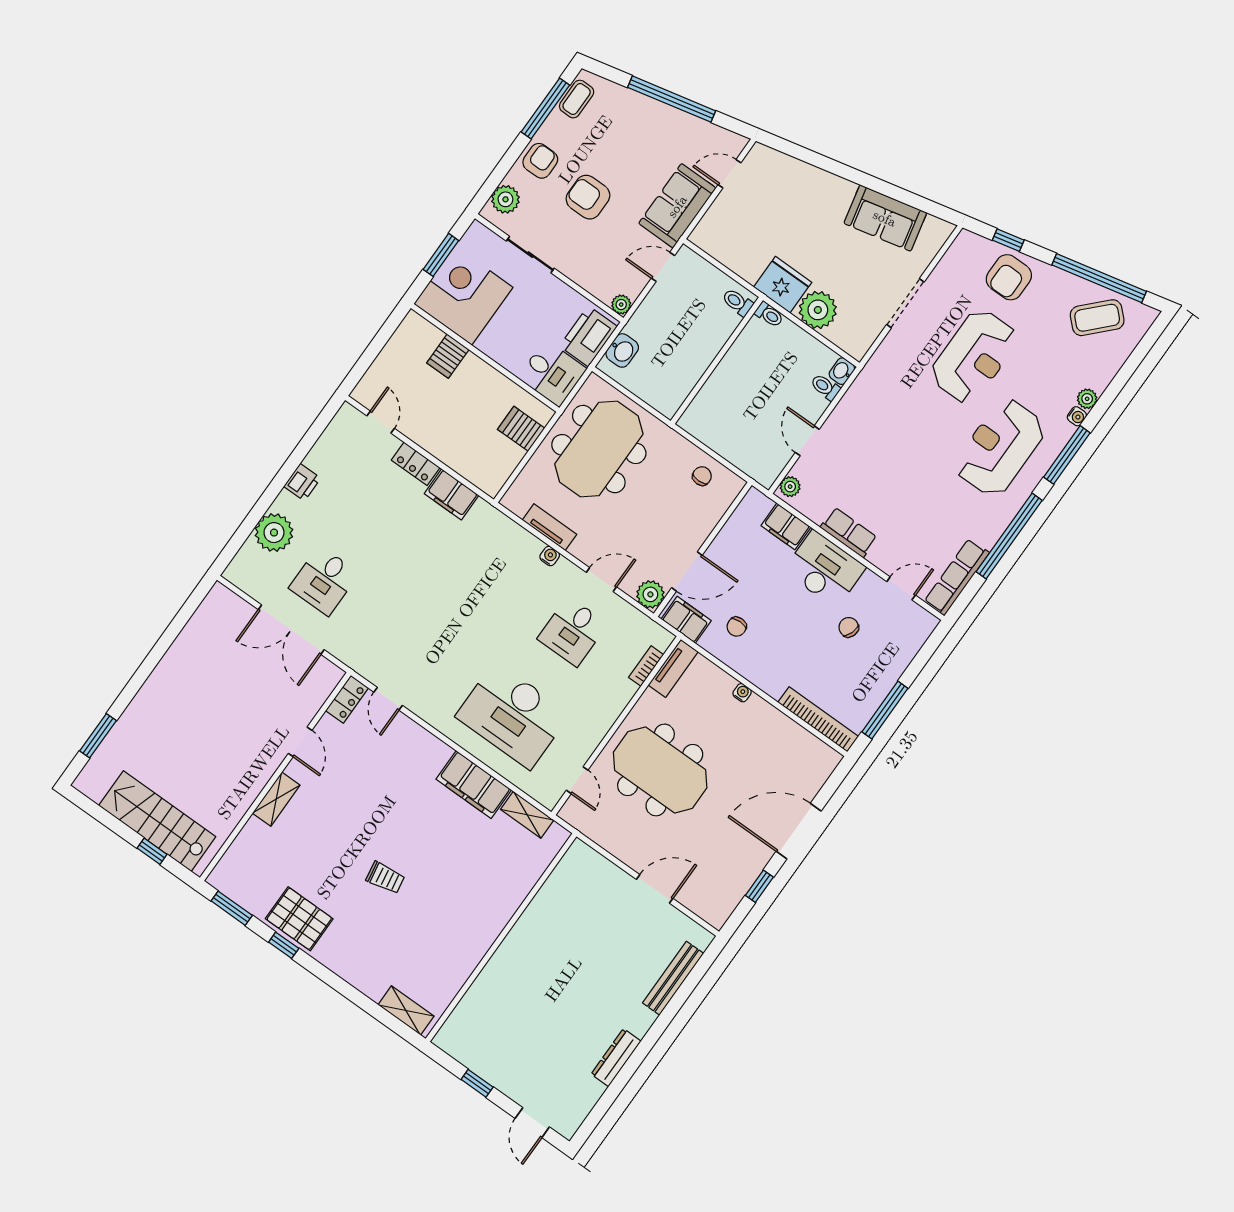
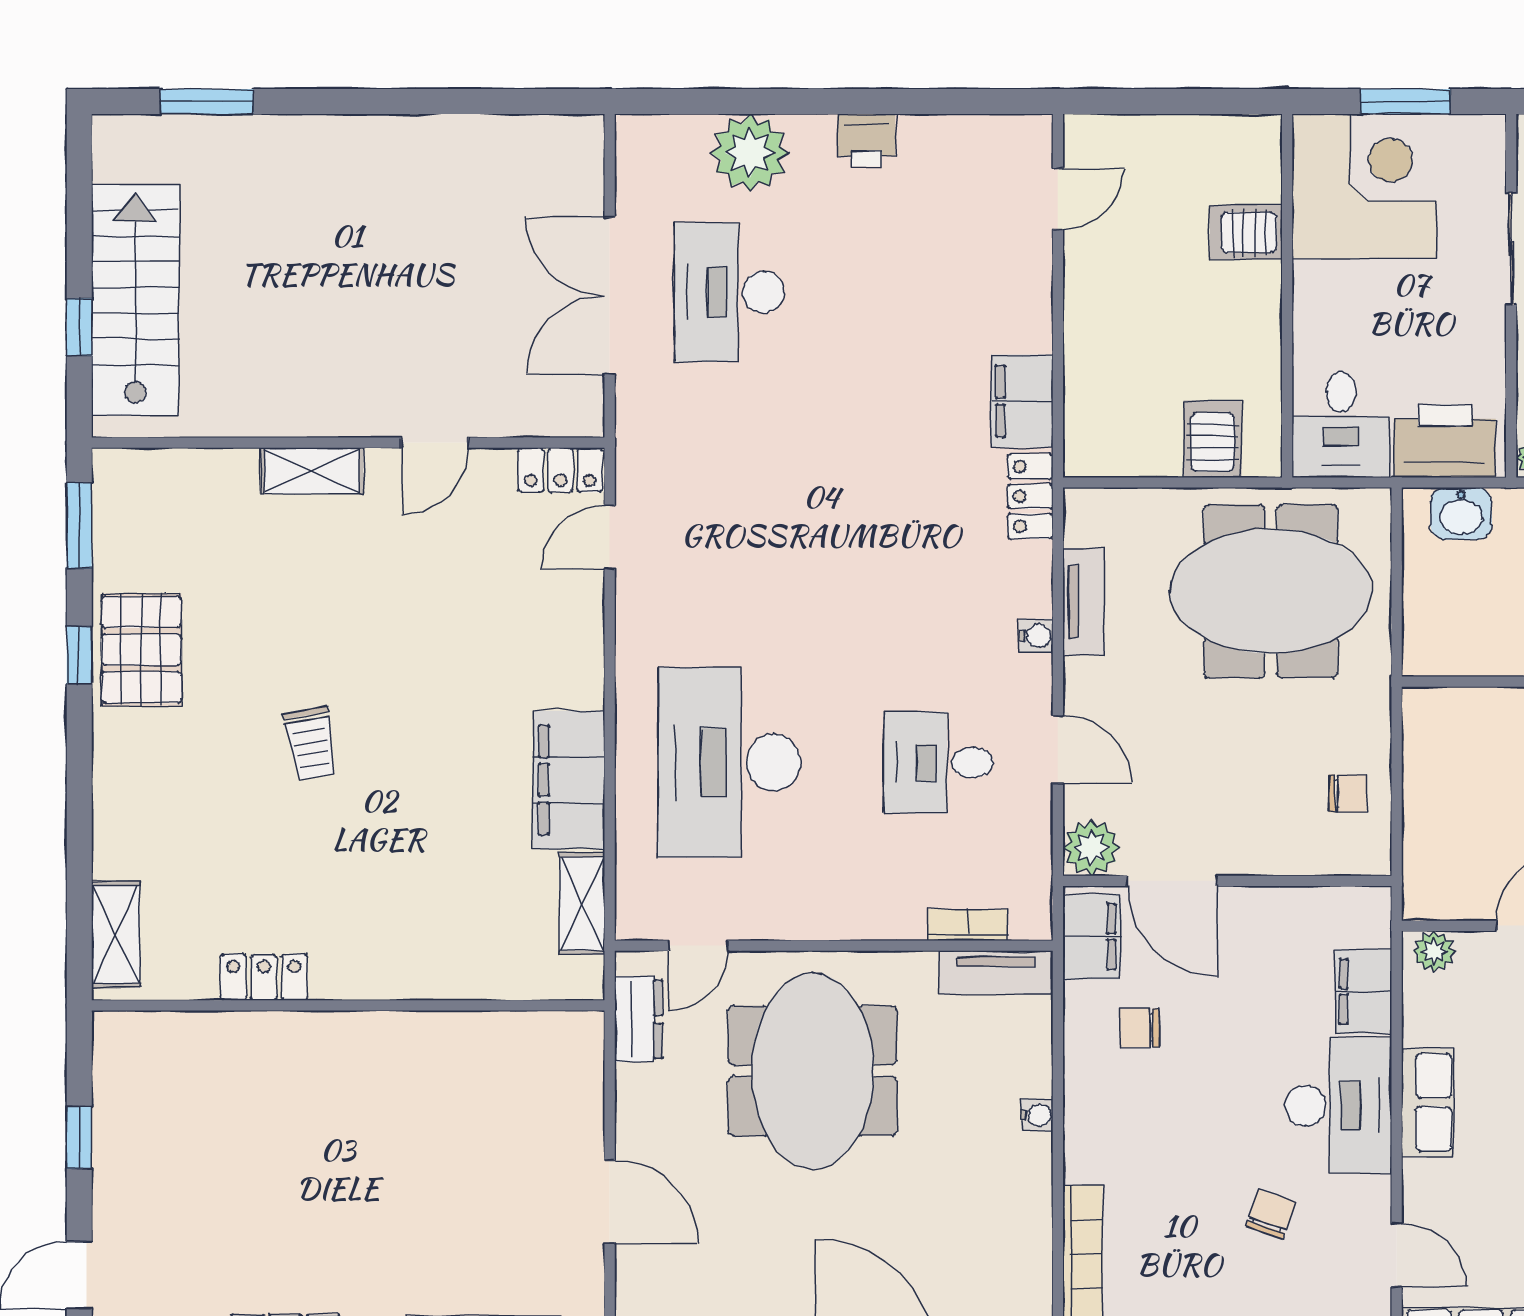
locker: (416, 464) -> (1030, 496), moved
desk: (324, 581) -> (729, 292), width x1.37
dresser: (590, 825) -> (639, 1019), added
locker: (466, 963) -> (264, 977), added

